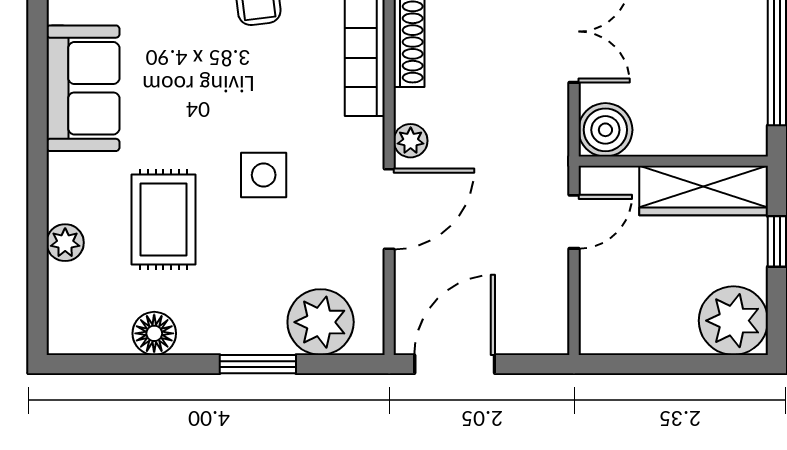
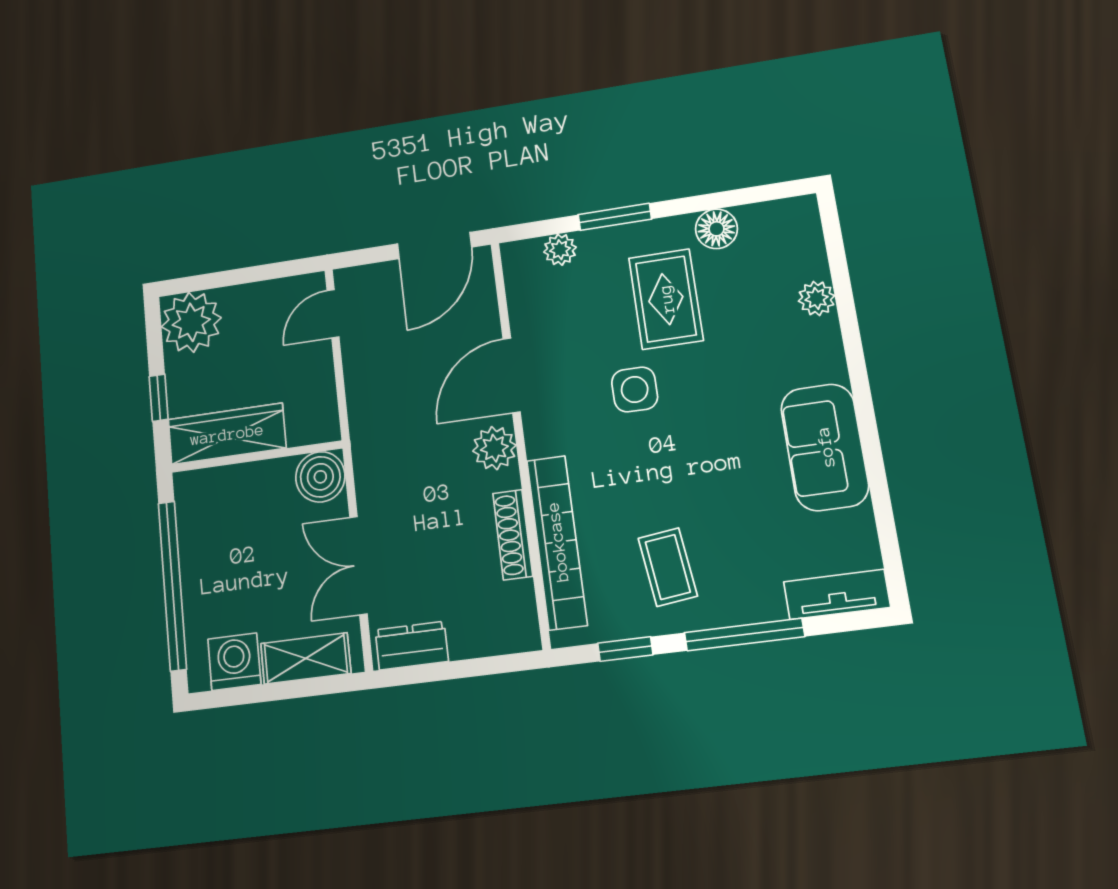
plant: (411, 141) -> (494, 448), width x1.38, depth x1.38
rug: (163, 220) -> (666, 299), moved
door: (574, 222) -> (333, 314), moved
plant: (321, 322) -> (560, 250), width x0.53, depth x0.53

